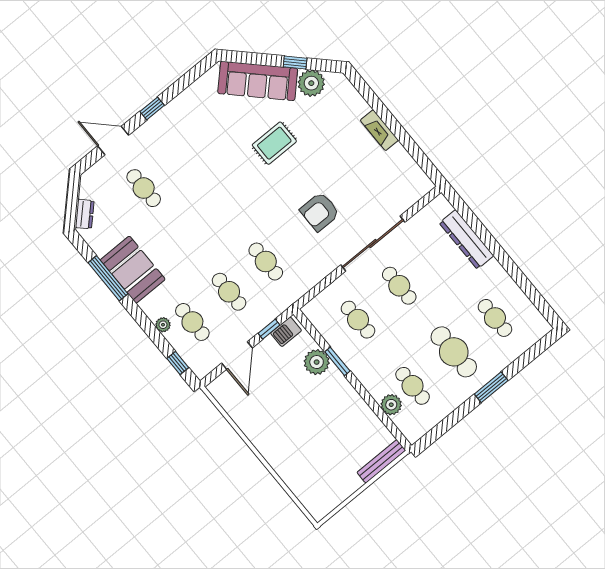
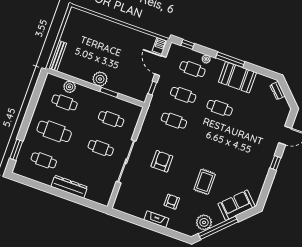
window: (295, 63) -> (218, 228), width x3.17
sofa: (258, 81) -> (237, 205), width x0.73
armchair: (341, 143) -> (172, 202), added
cafe table: (144, 188) -> (220, 108), moved
dresser: (466, 239) -> (69, 187), moved
window: (108, 278) -> (230, 60), moved
barbecue: (286, 332) -> (160, 46), moved
plant: (317, 362) -> (100, 79), moved
window: (491, 387) -> (16, 150), moved

